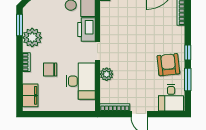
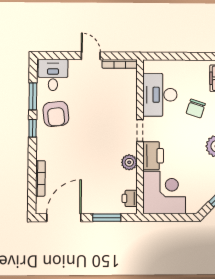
chair: (50, 70) -> (196, 108), turned 108
plant: (107, 74) -> (129, 162), moved

